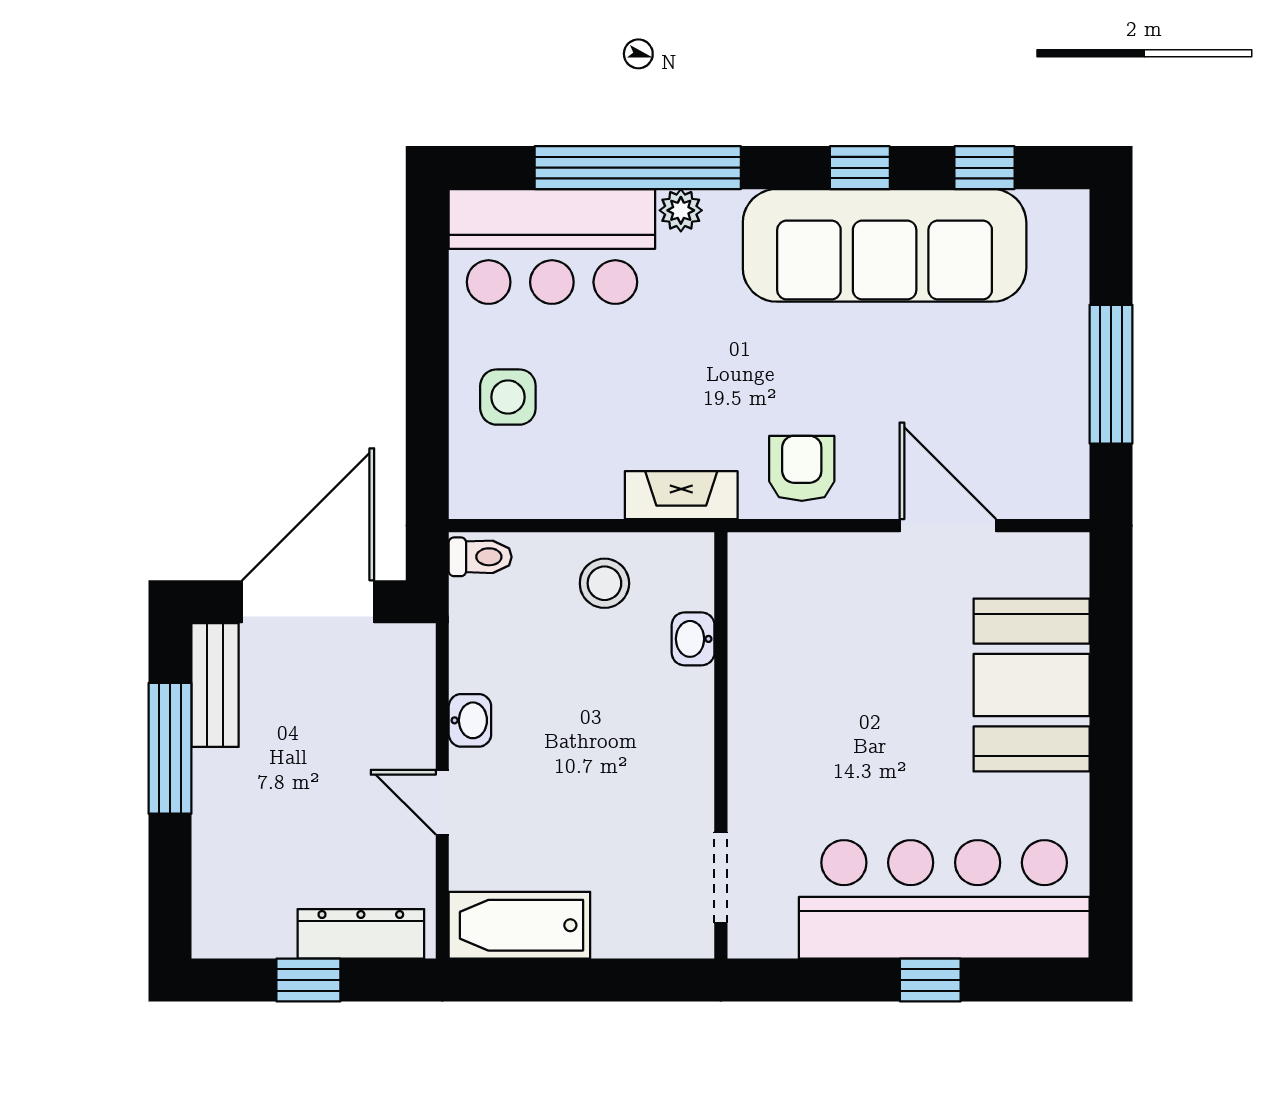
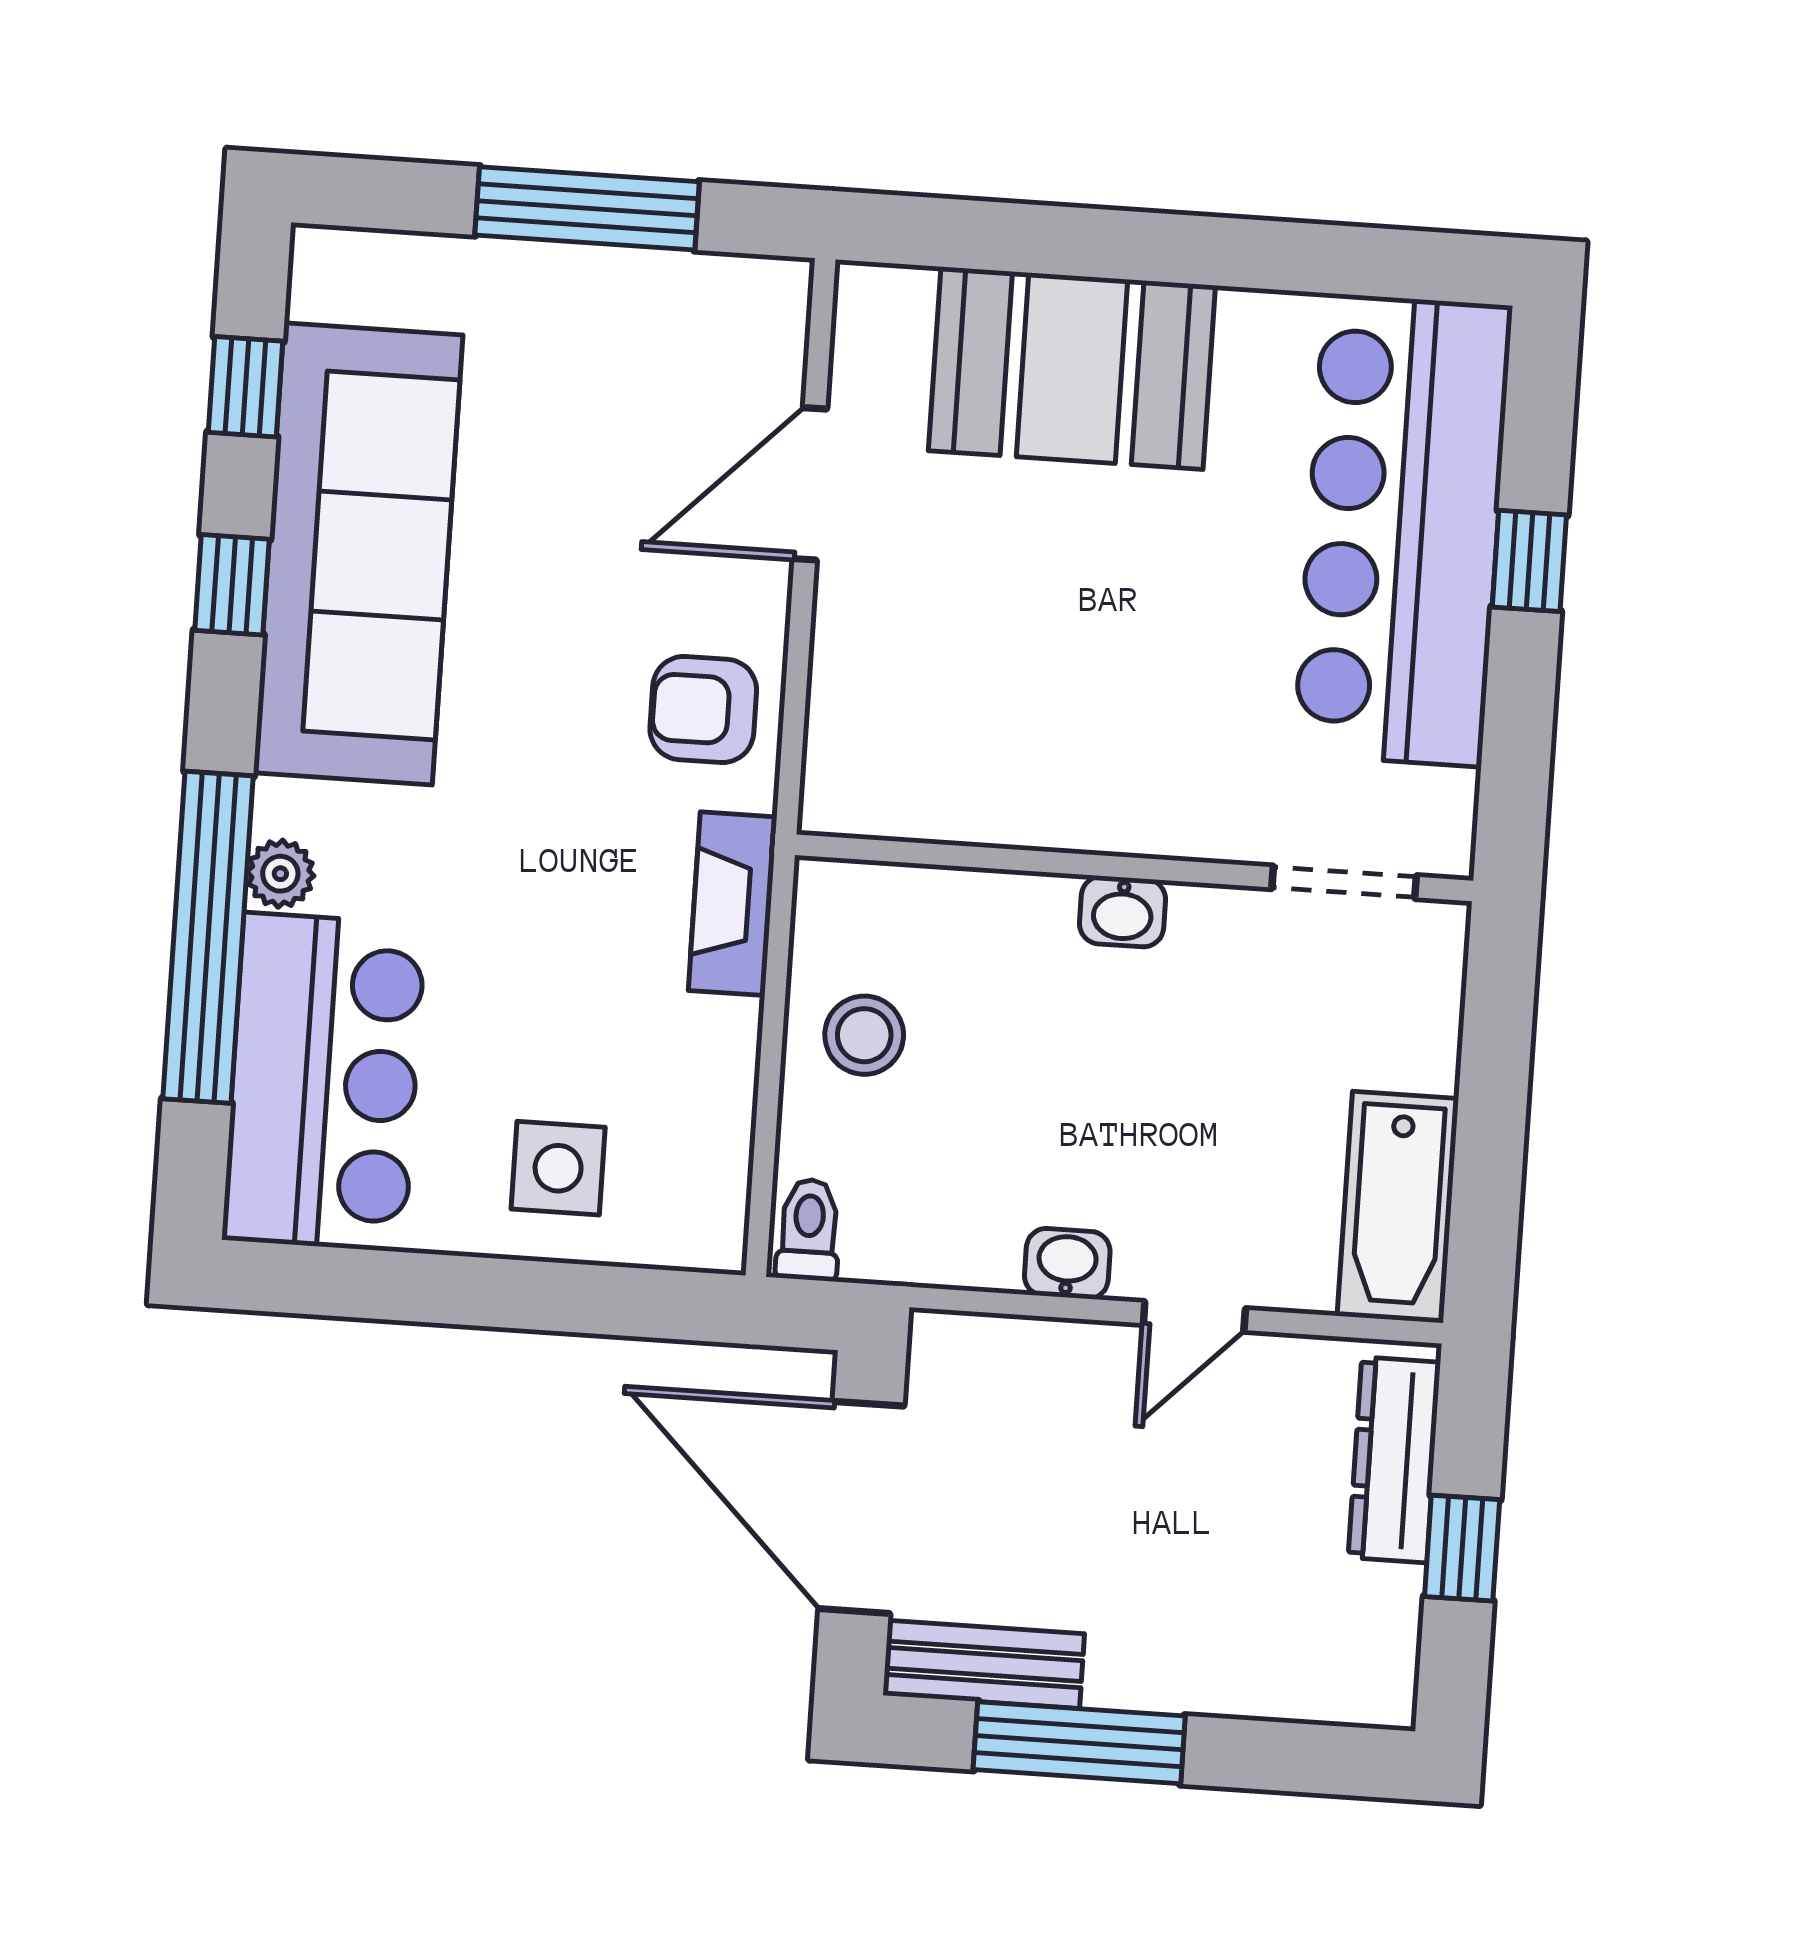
washbasin: (693, 639) -> (1123, 912), moved

